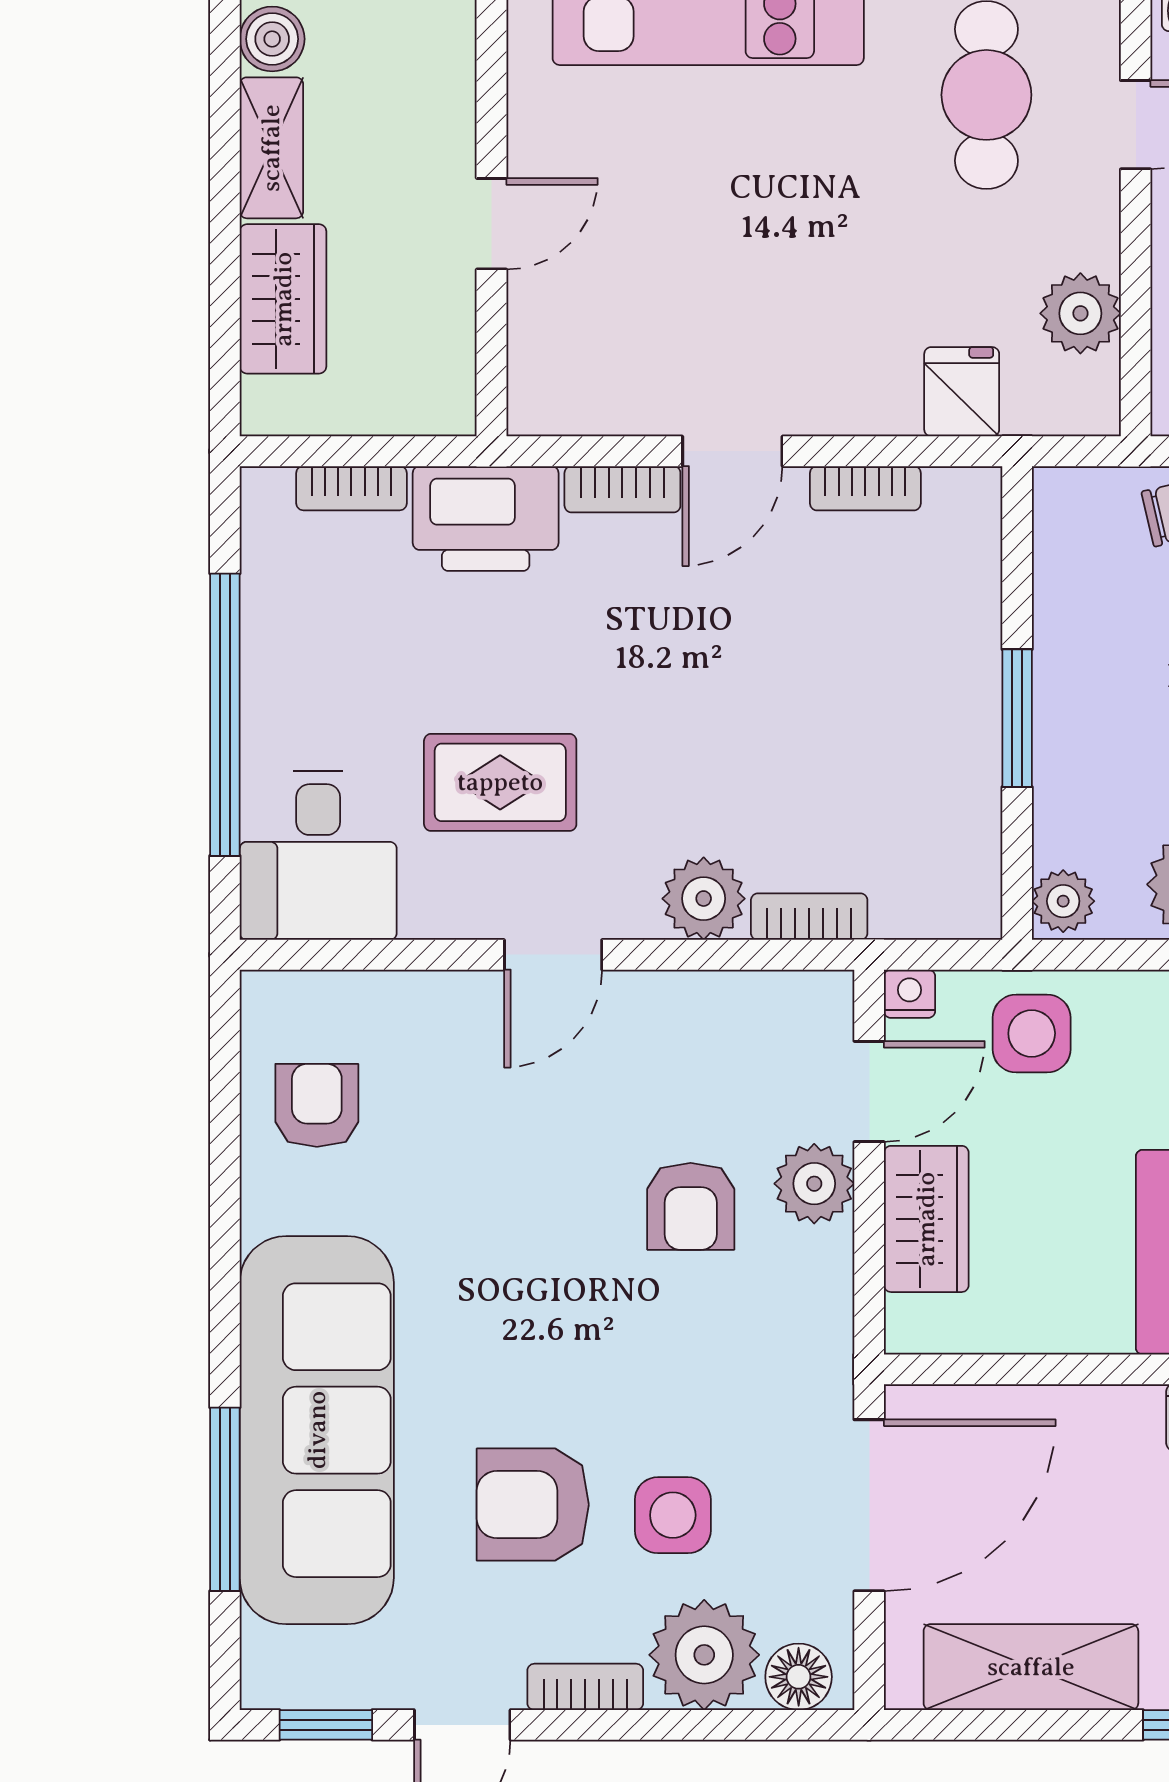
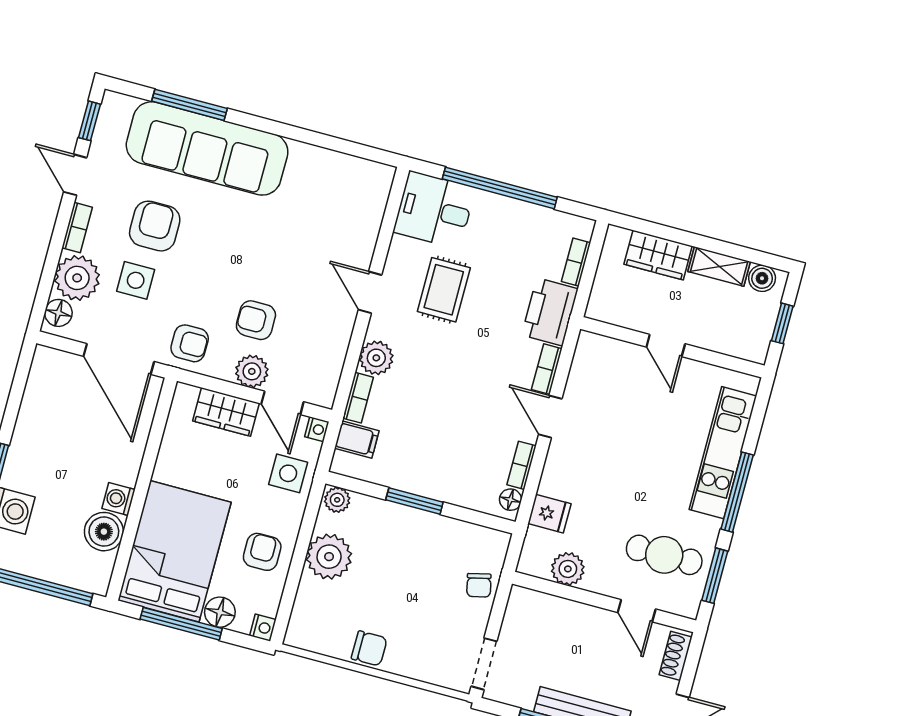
floor lamp: (953, 493) -> (510, 500), added
filing cabinet: (909, 893) -> (357, 440), added
armchair: (317, 1105) -> (190, 343), moved
shelving: (1031, 1667) -> (38, 406), removed

